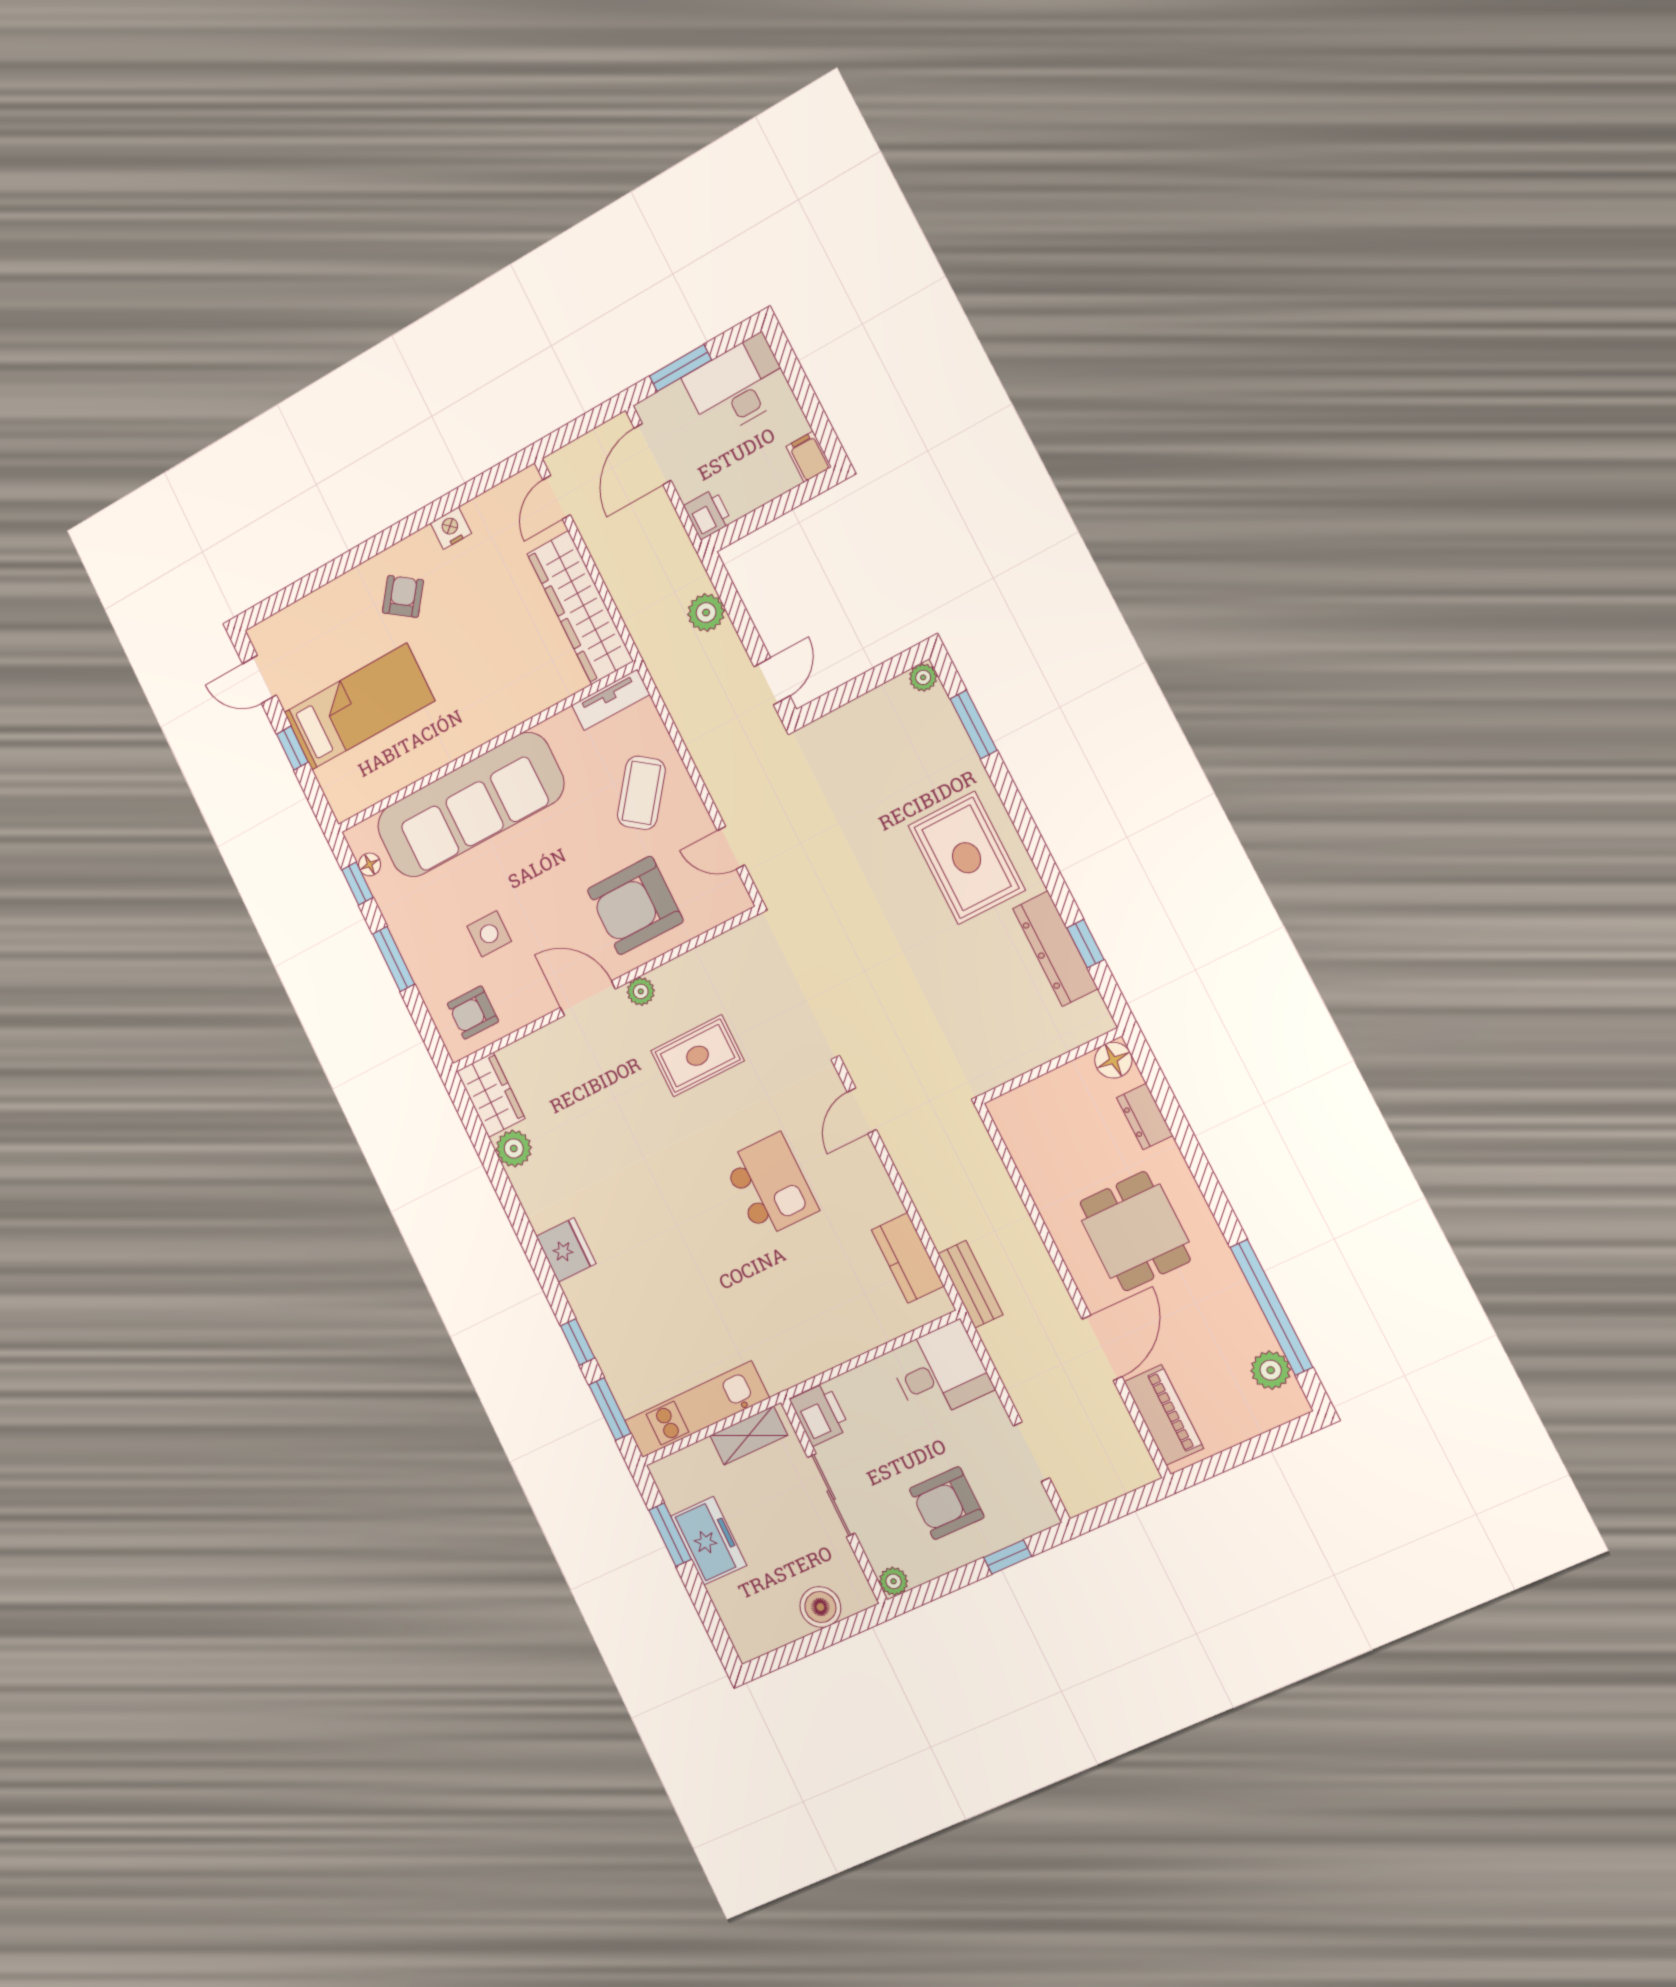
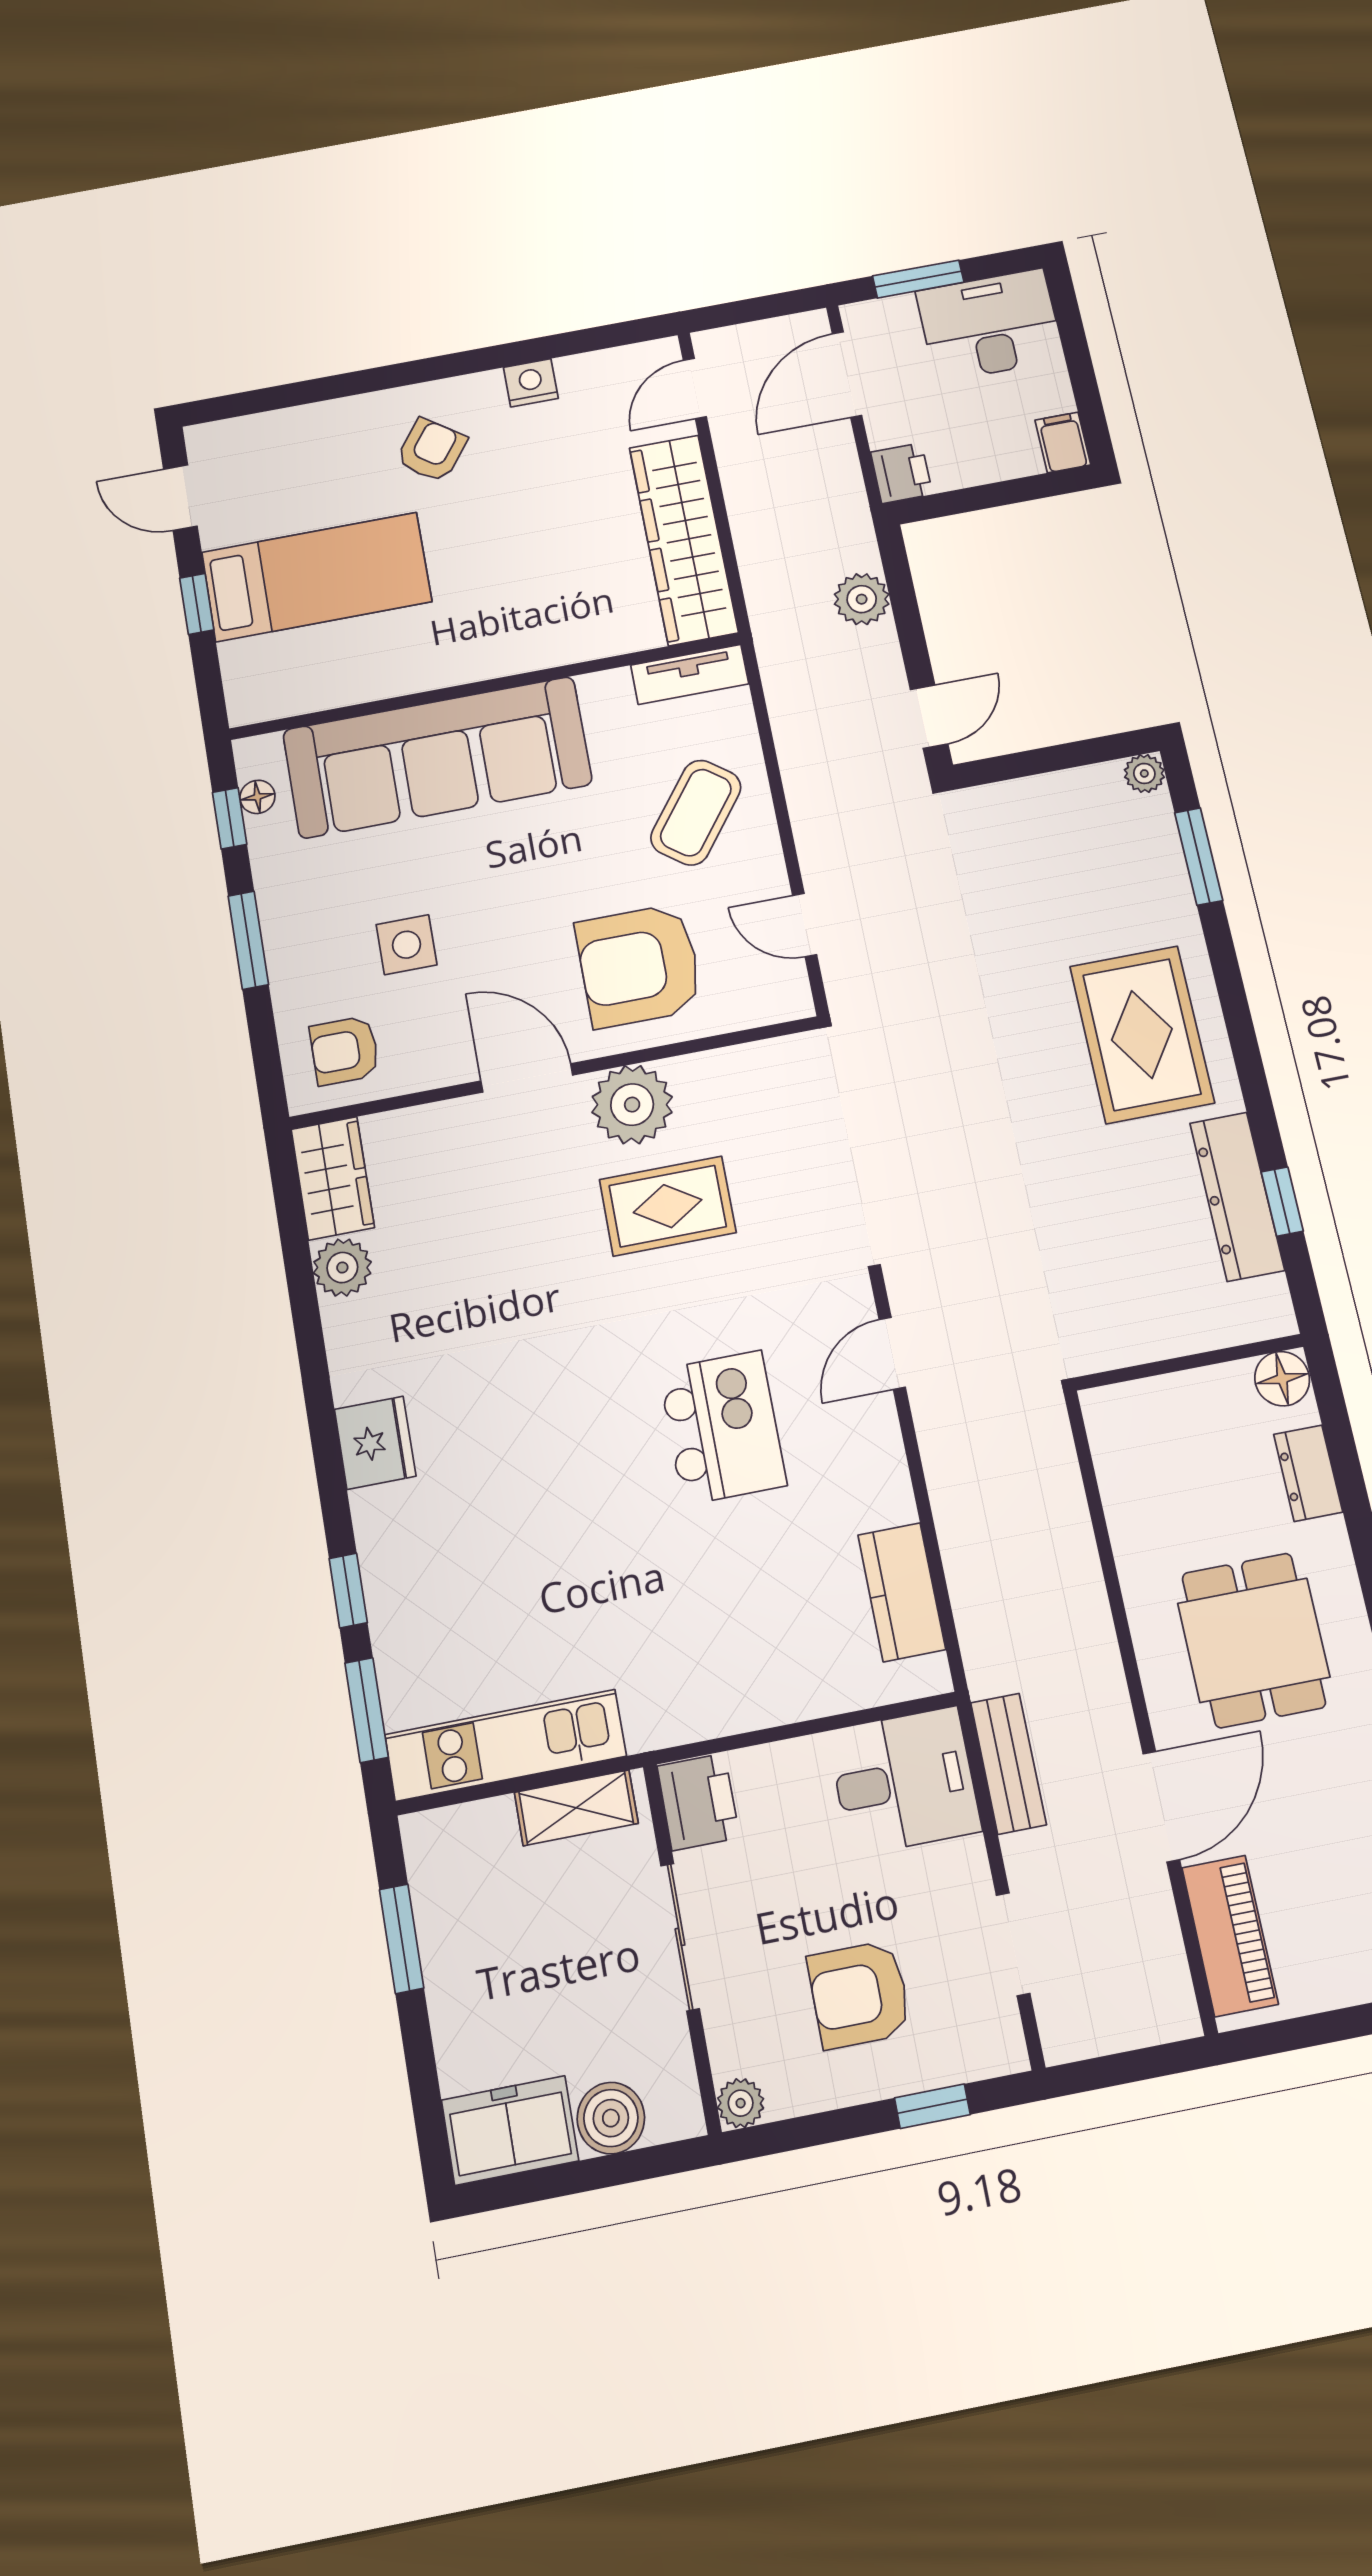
plant: (641, 991) -> (632, 1105), width x1.87, depth x1.87
bench: (970, 1284) -> (1008, 1764), moved
freezer: (709, 1541) -> (510, 2130), moved, turned -90

